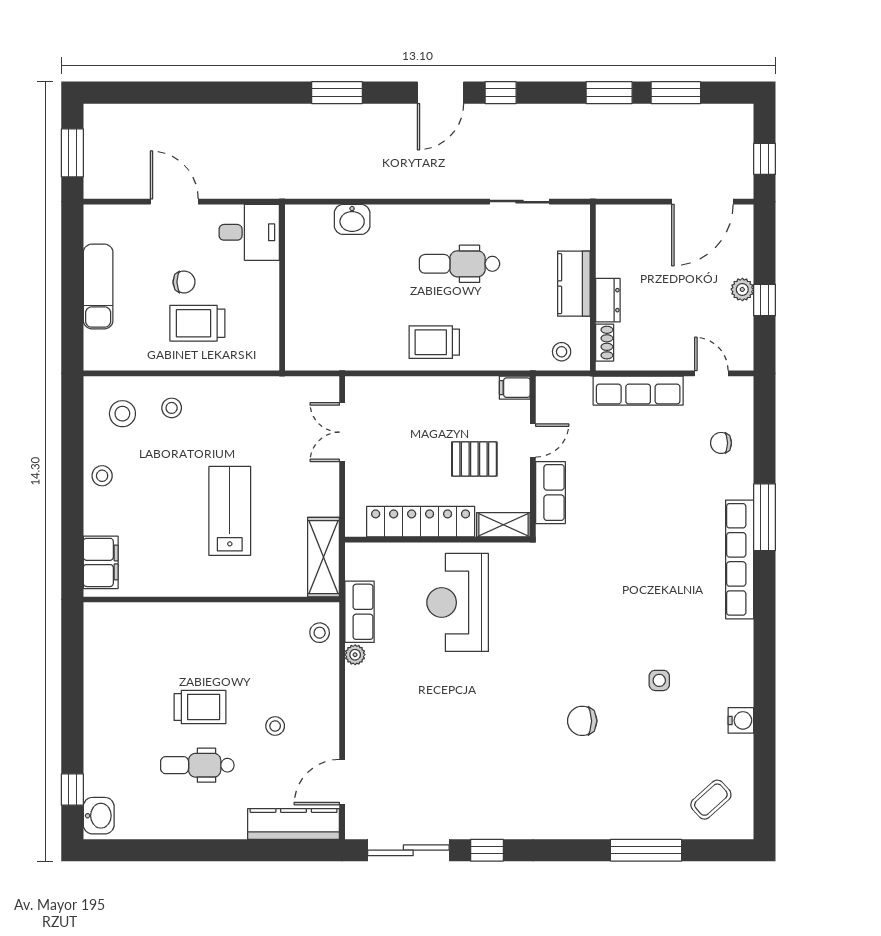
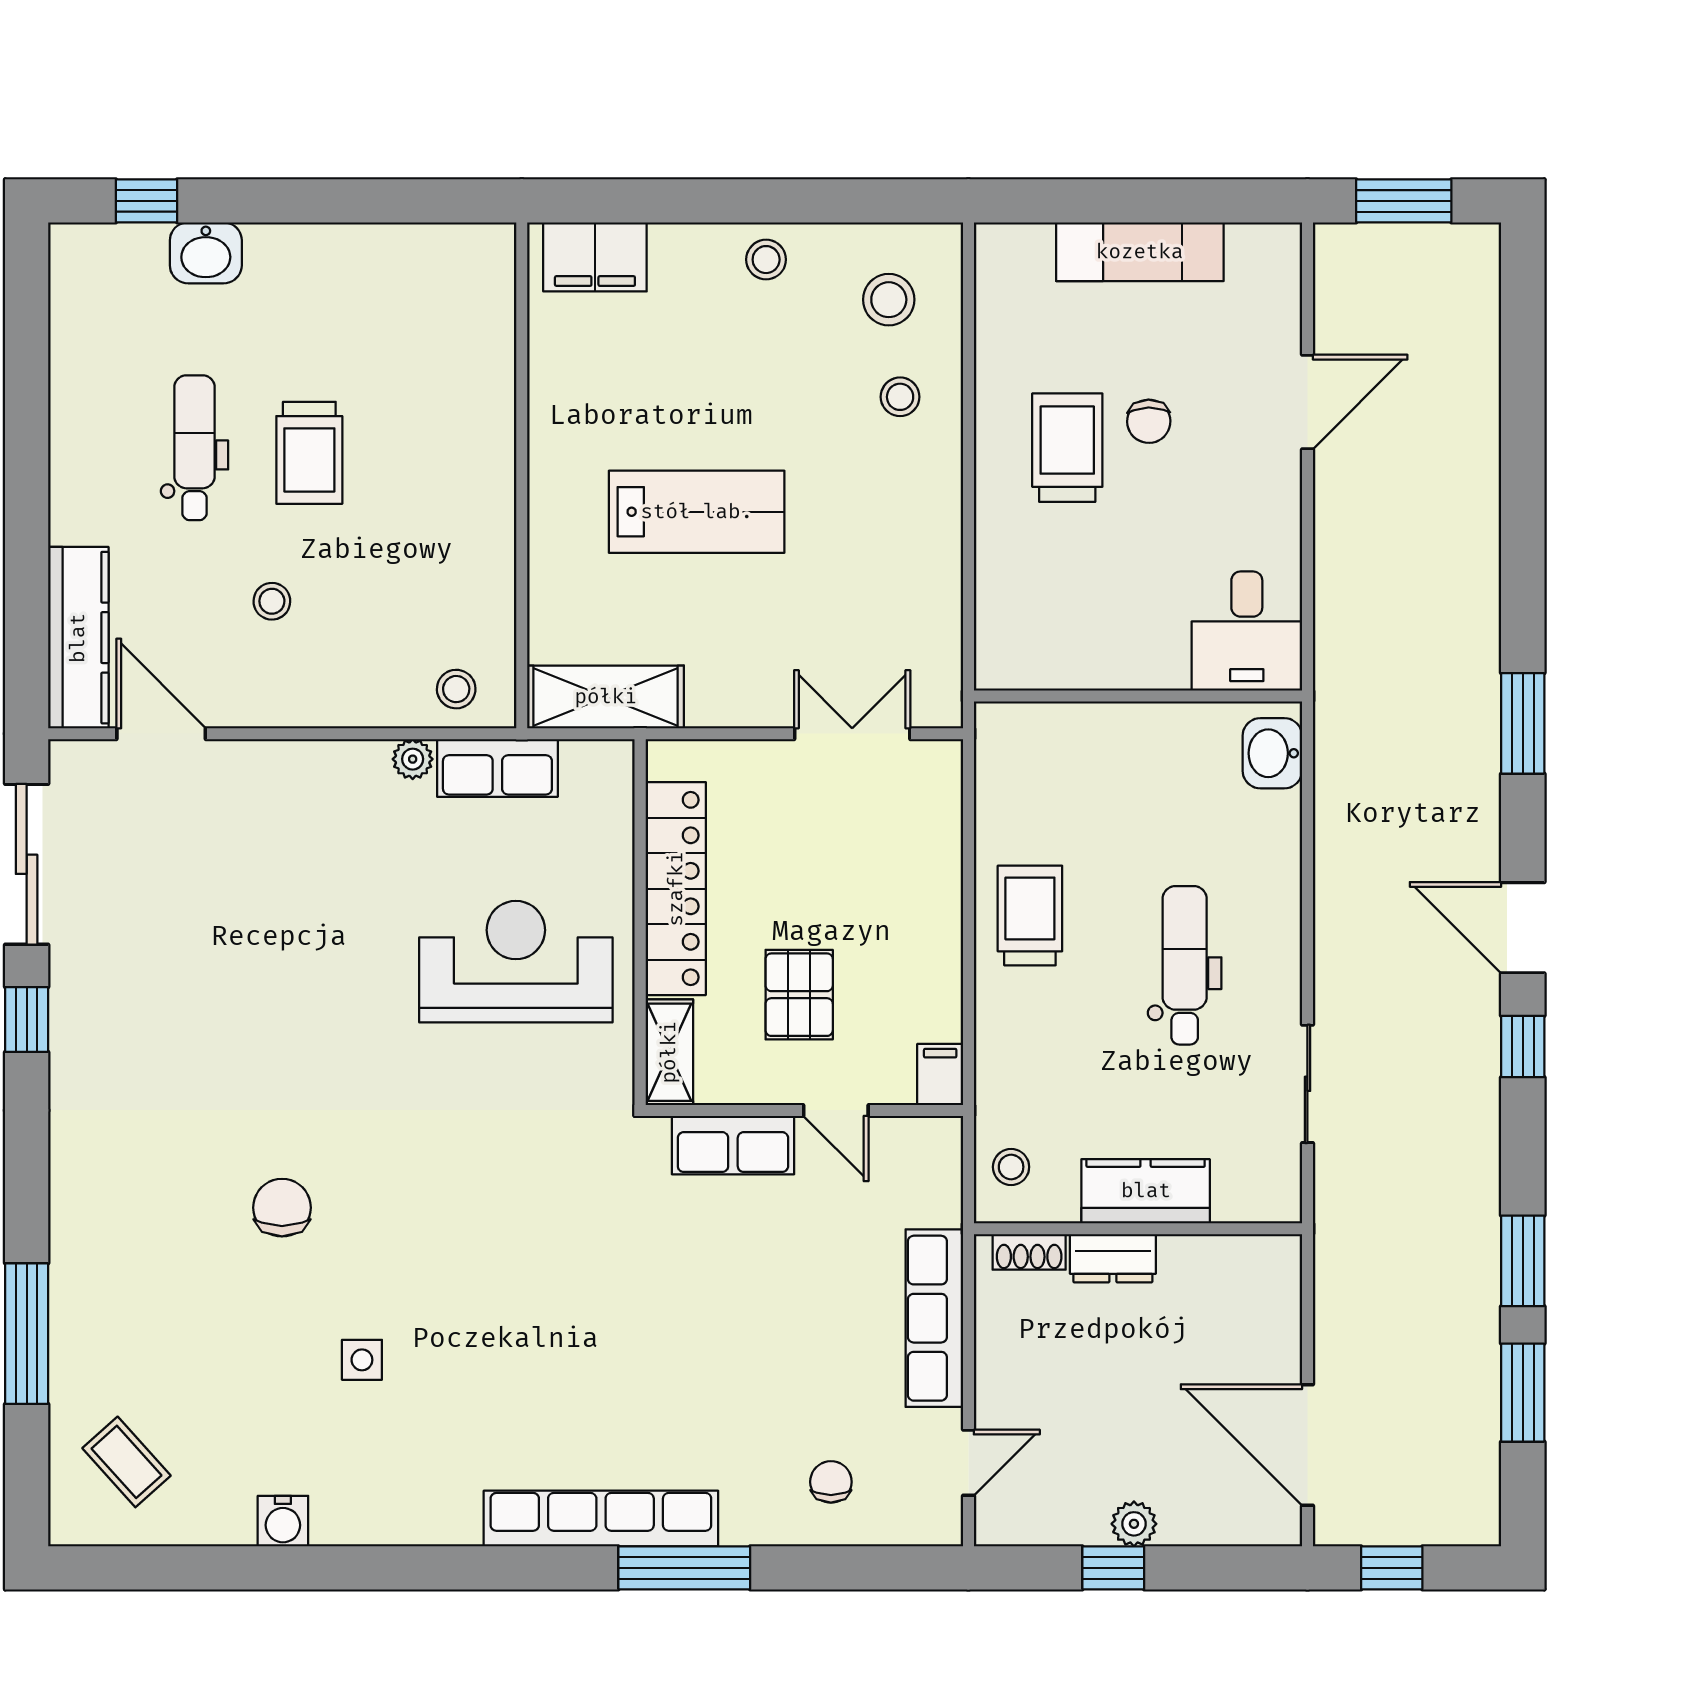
desk: (249, 232) -> (1247, 631), moved
wall: (282, 287) -> (1138, 696), moved
washbasin: (99, 816) -> (206, 253), moved

